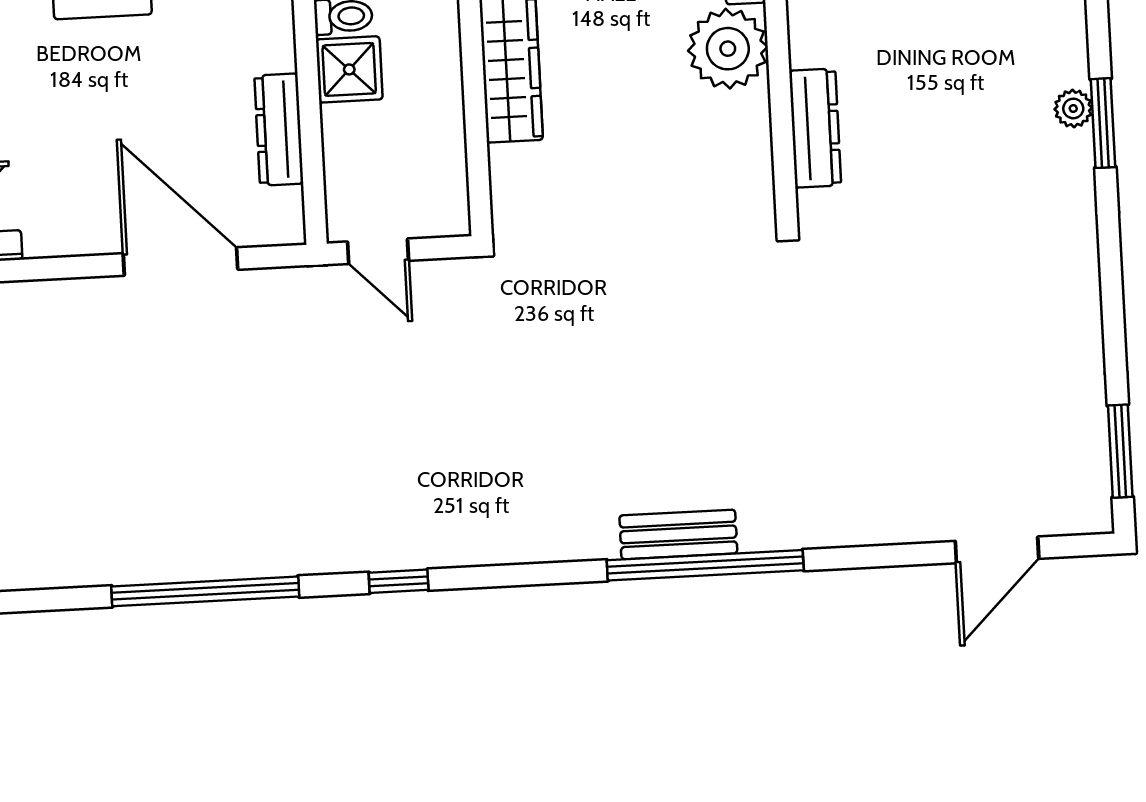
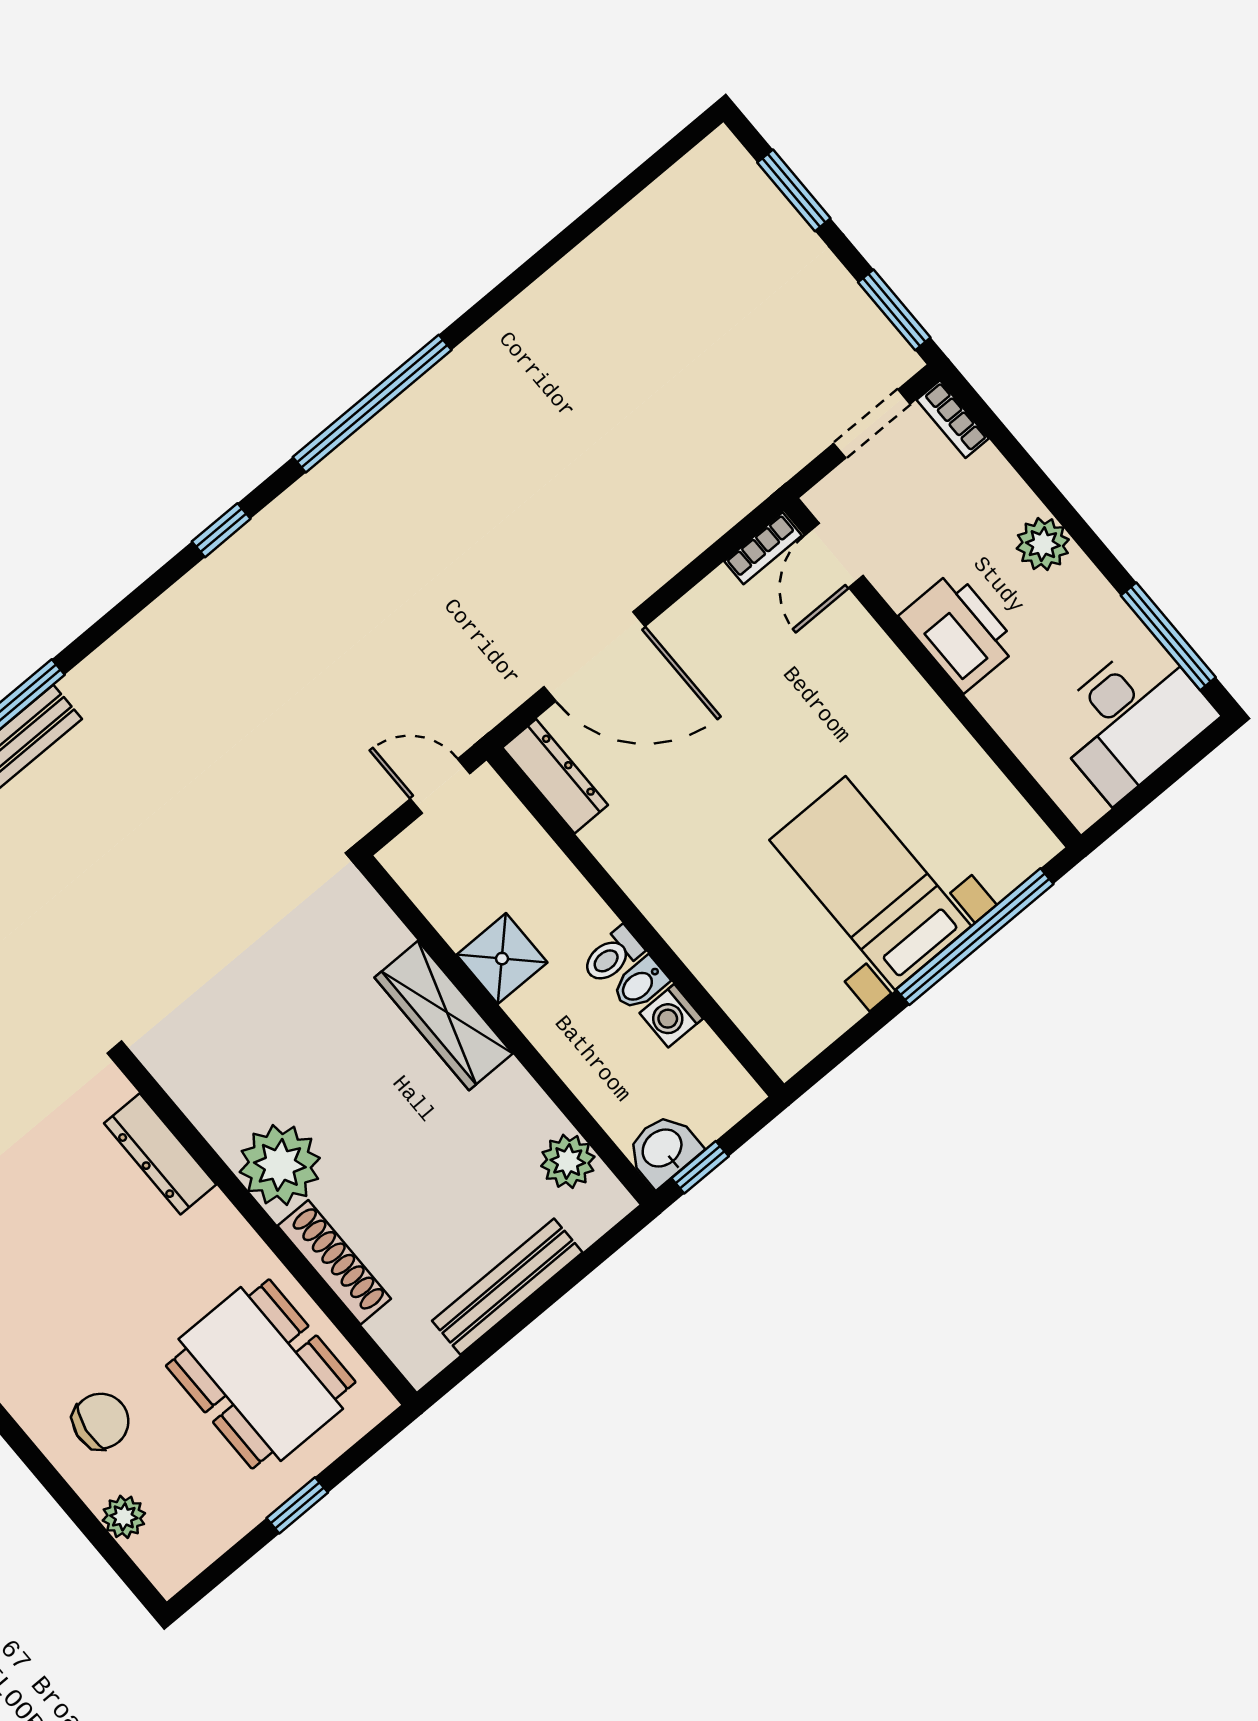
shower: (349, 69) -> (502, 959), moved
dresser: (279, 130) -> (555, 776), moved

